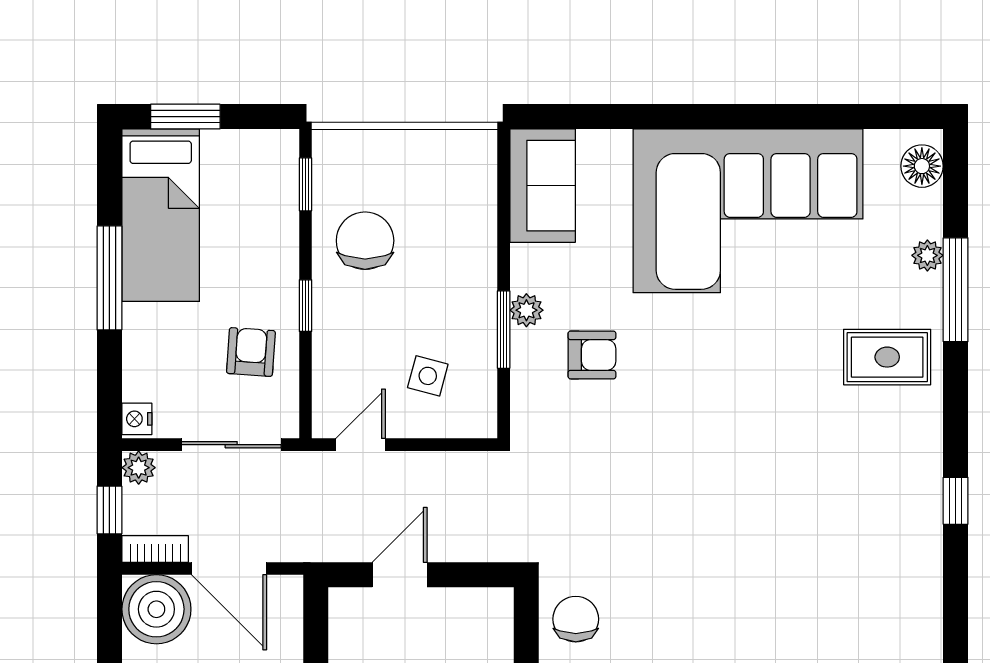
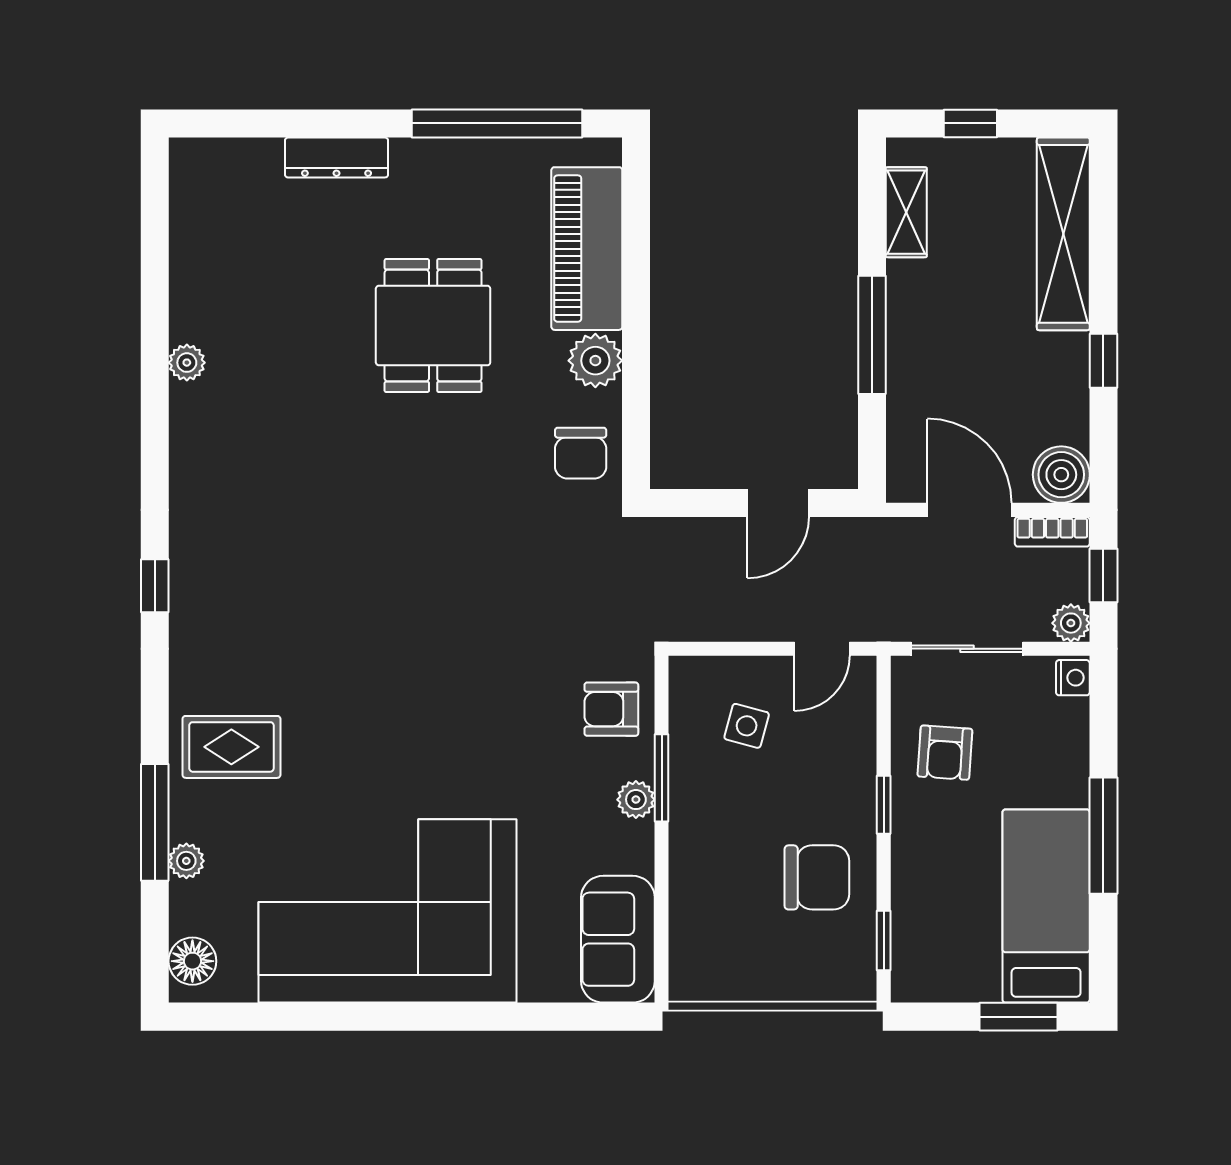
chair: (365, 241) -> (817, 877), turned -90
armchair: (592, 355) -> (611, 709), moved
boiler: (156, 609) -> (1061, 475), width x0.73, depth x0.73

